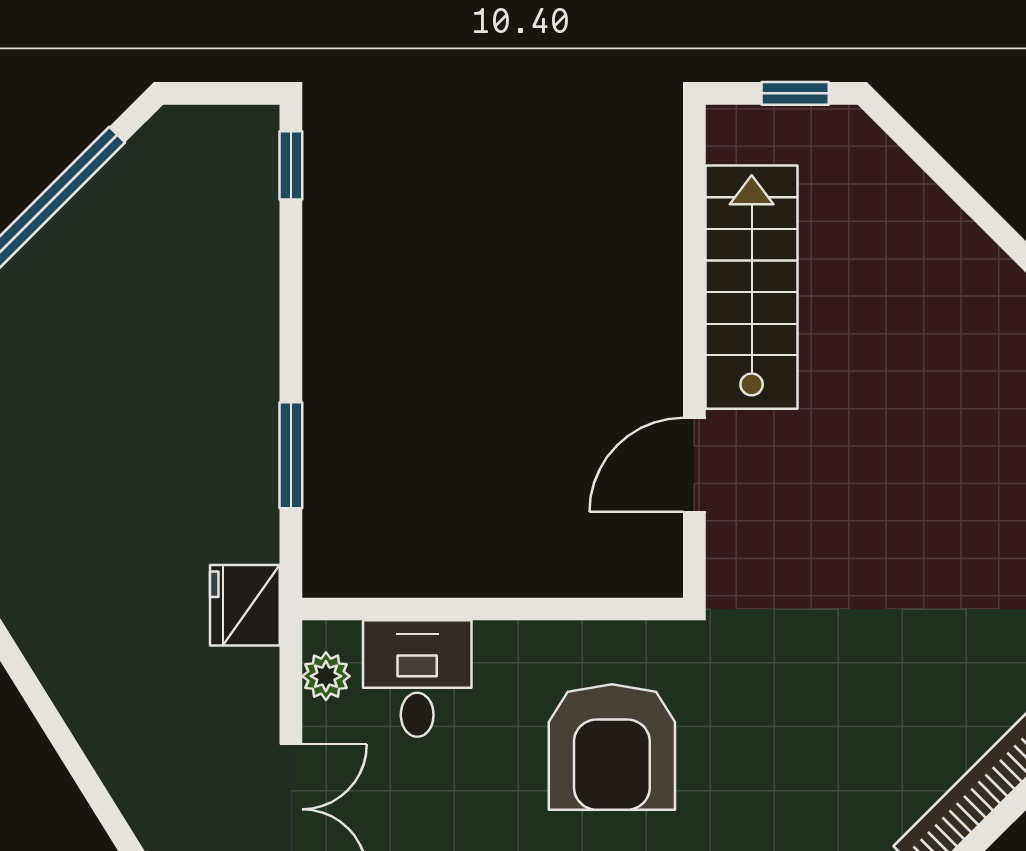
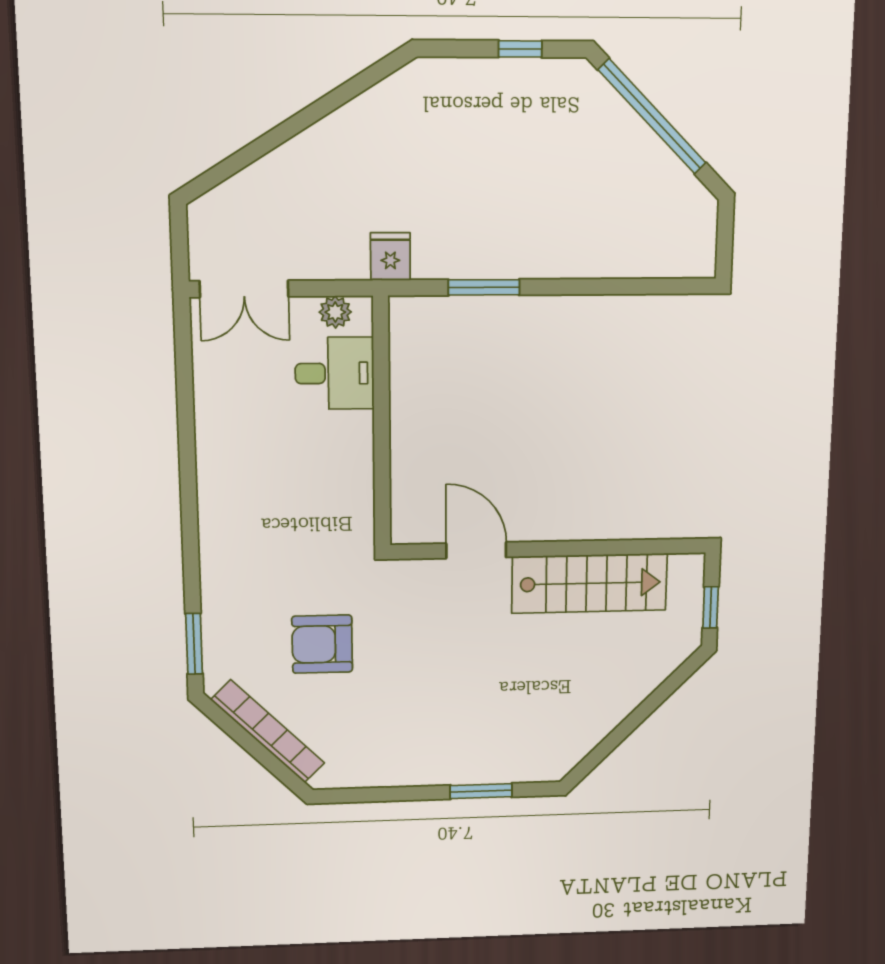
window: (291, 165) -> (676, 286), removed
fridge: (245, 605) -> (390, 257), width x0.72
armchair: (612, 747) -> (322, 644), moved, width x0.73, depth x0.73

